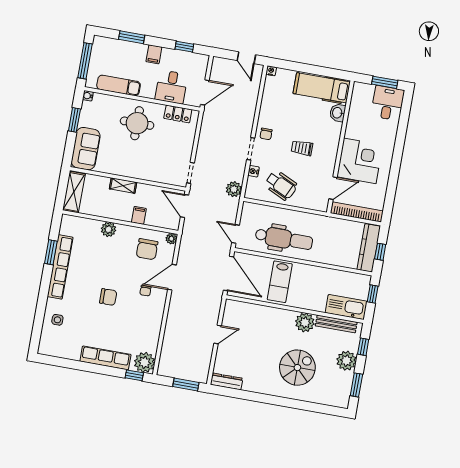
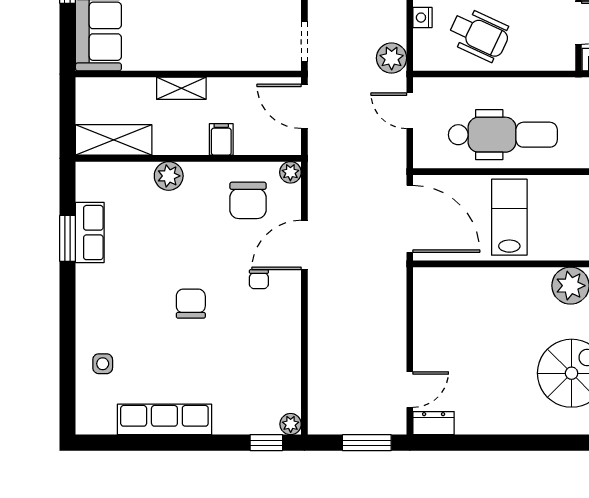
shelving: (74, 192) -> (114, 140), moved, turned 90
door: (236, 234) -> (410, 111), moved
row of seats: (60, 267) -> (90, 233), width x0.50
lab bench: (280, 282) -> (509, 217), turned 180
chair: (108, 297) -> (191, 304), turned -90
door: (218, 334) -> (410, 390), moved
row of seats: (105, 358) -> (164, 419), moved
plant: (144, 362) -> (291, 424), width x0.53, depth x0.53
dresser: (227, 381) -> (434, 423), width x0.70

